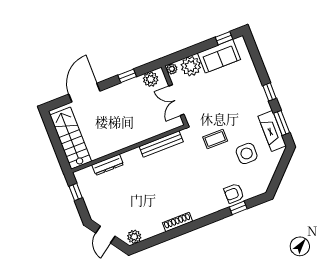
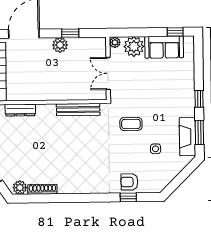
plant: (151, 79) -> (60, 45), moved
side table: (247, 153) -> (156, 149), width x0.54, depth x0.54
shoe rack: (178, 222) -> (42, 189), moved

